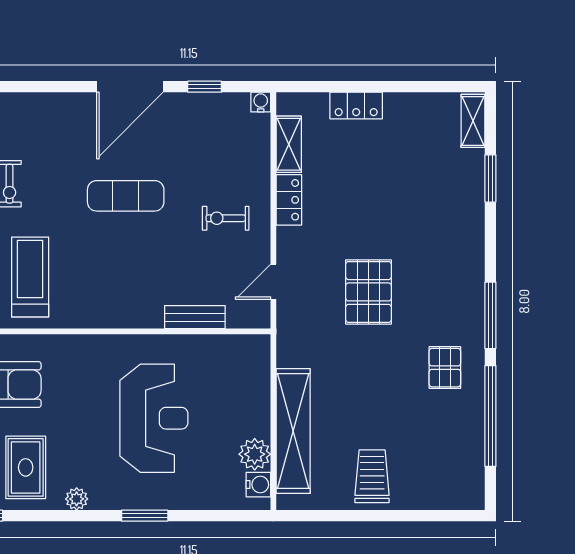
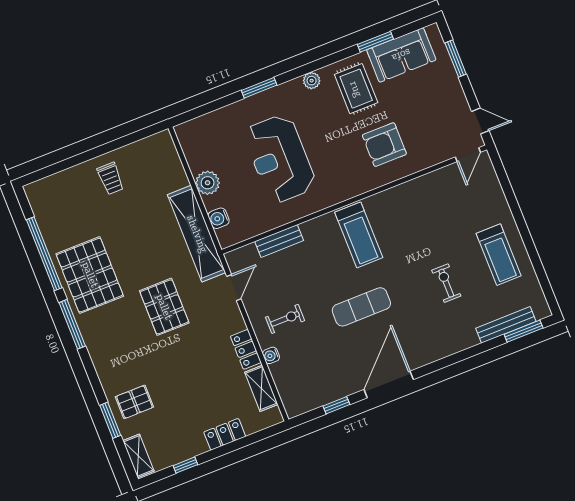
window: (420, 87) -> (185, 465), added
water cooler: (261, 102) -> (271, 355), moved, turned 90
pallet: (452, 189) -> (134, 402), added
treadmill: (30, 277) -> (359, 235), moved
pallet: (445, 368) -> (90, 275), width x2.05, depth x2.00
shelving: (293, 431) -> (197, 234), moved
plant: (255, 454) -> (208, 183), moved
trolley: (372, 476) -> (111, 178), width x0.73, depth x0.72
water cooler: (258, 485) -> (219, 218), moved

